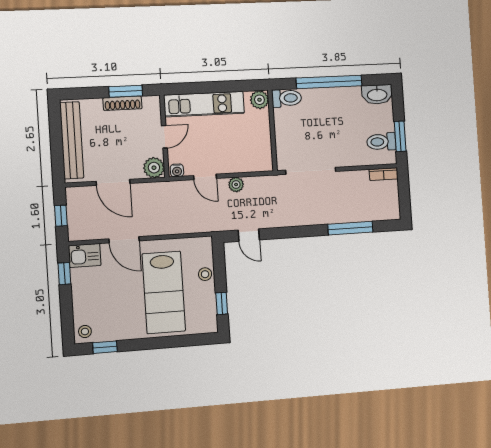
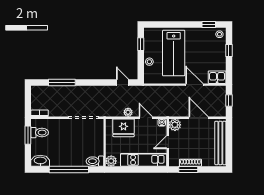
fridge: (242, 158) -> (124, 128), added
window: (64, 274) -> (229, 50), moved
lab bench: (164, 292) -> (174, 53), turned 180

